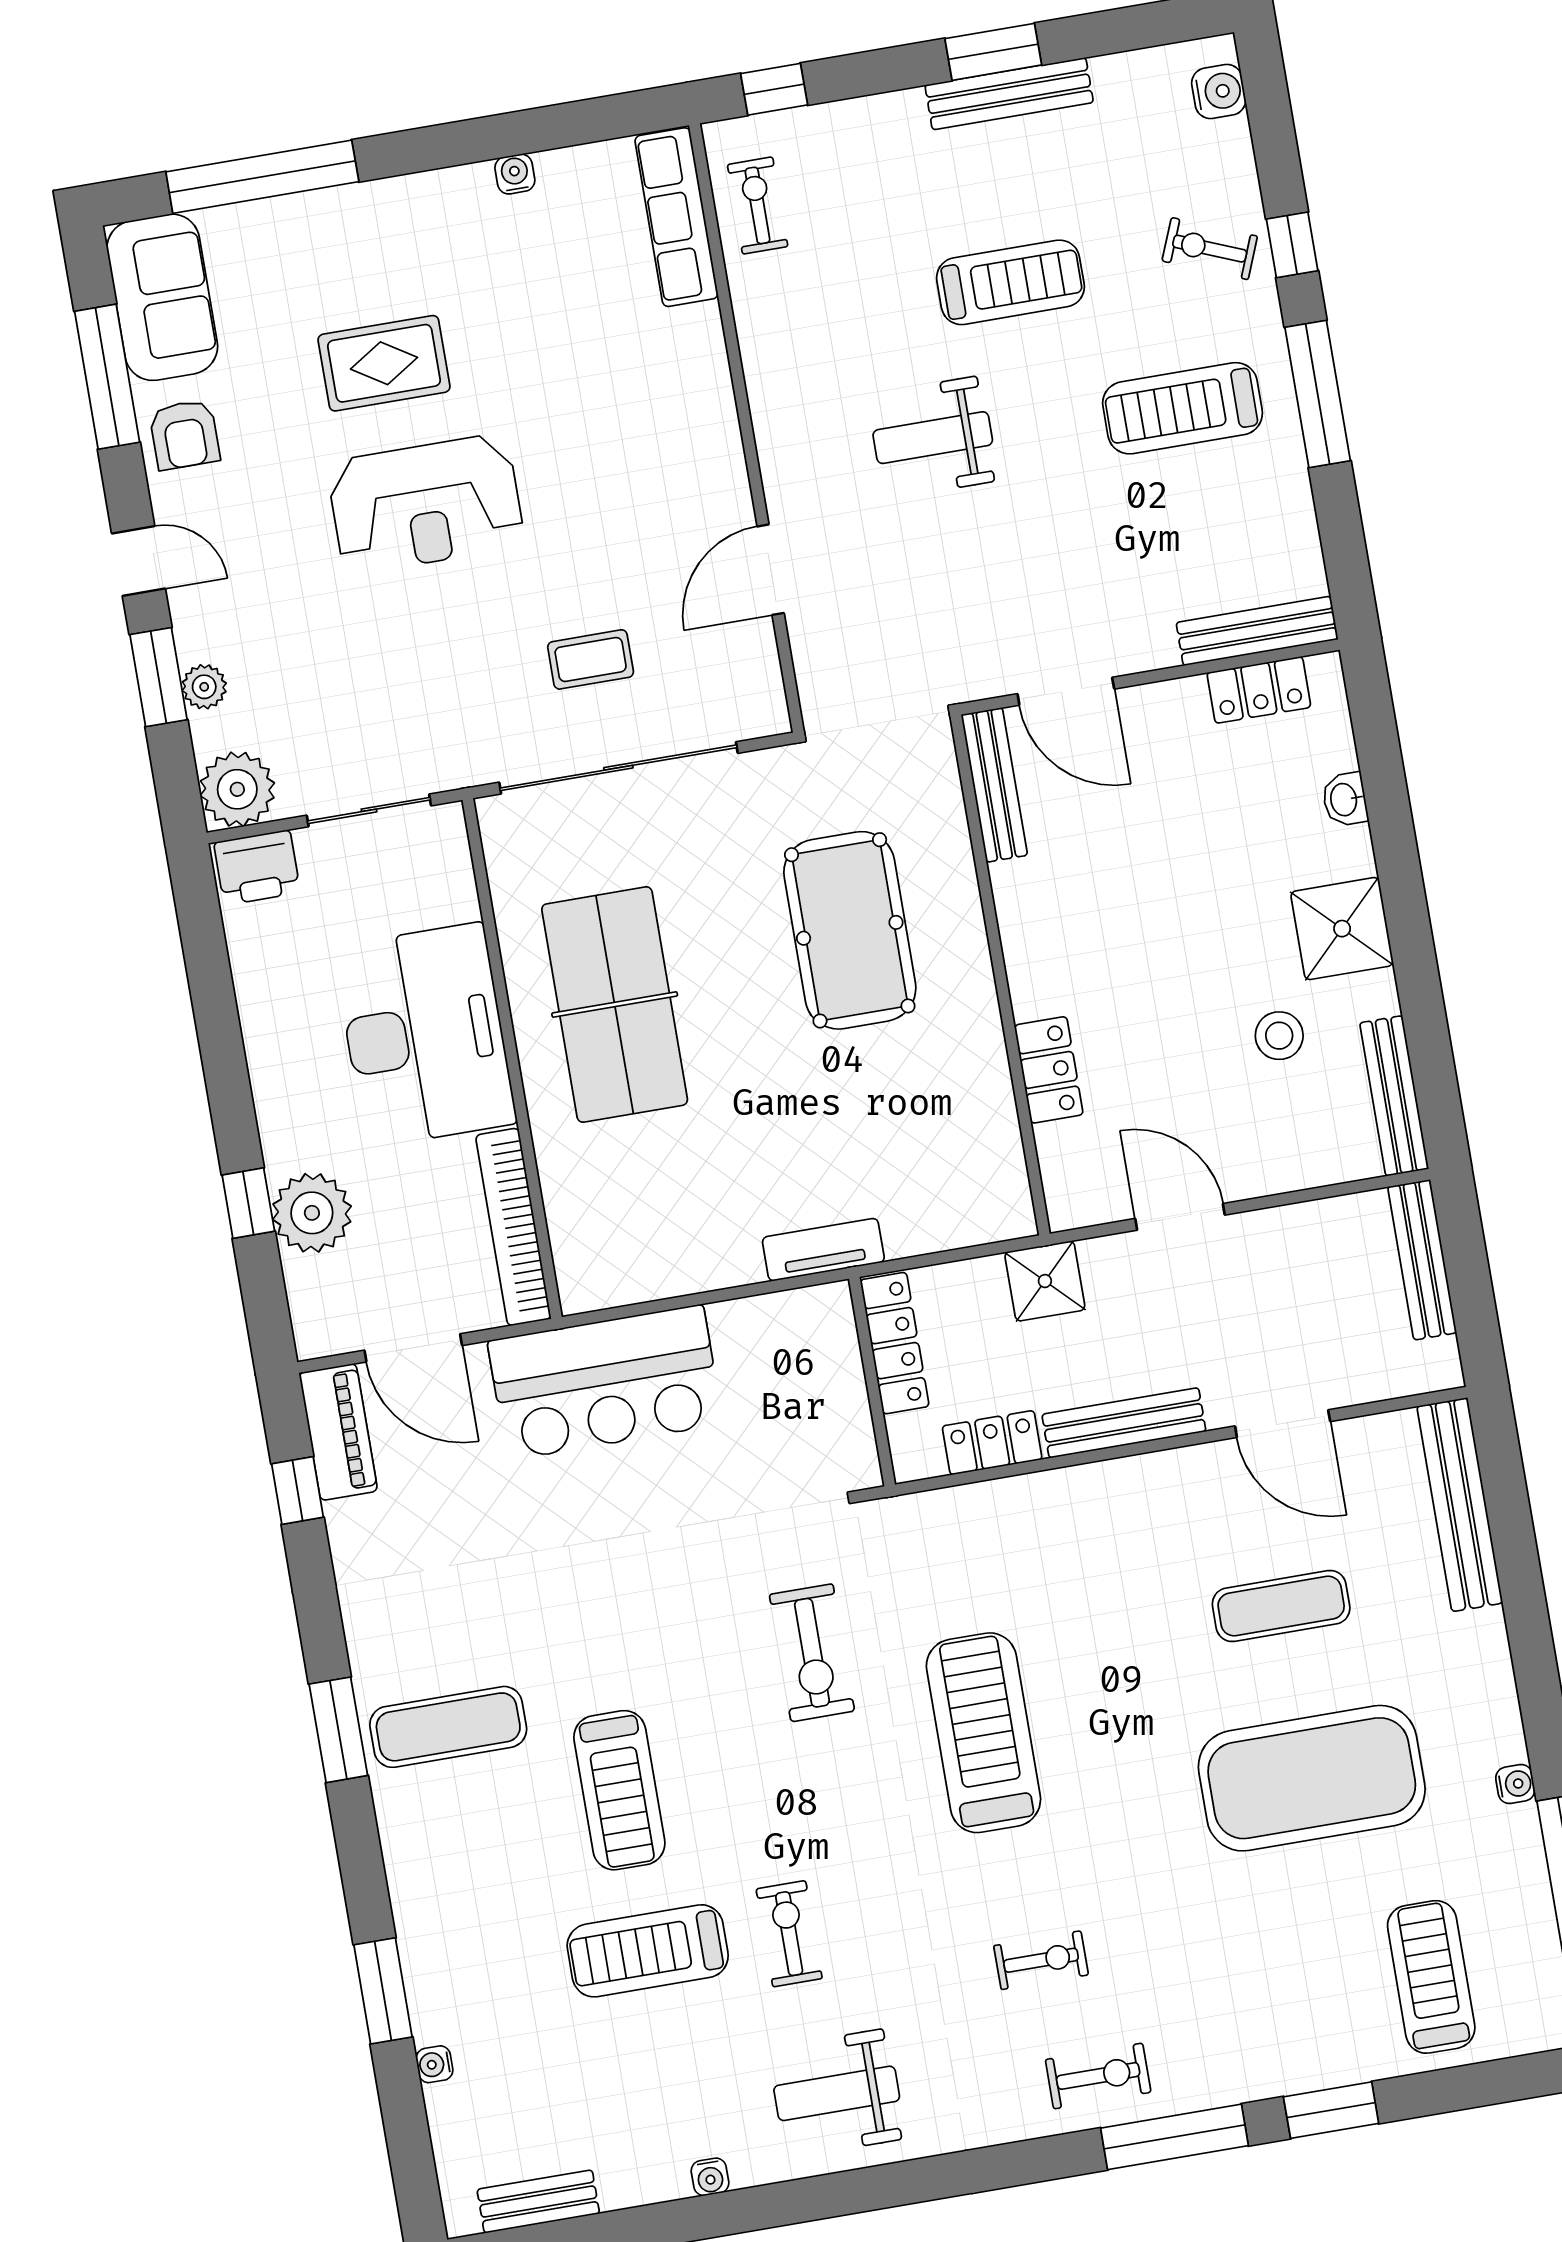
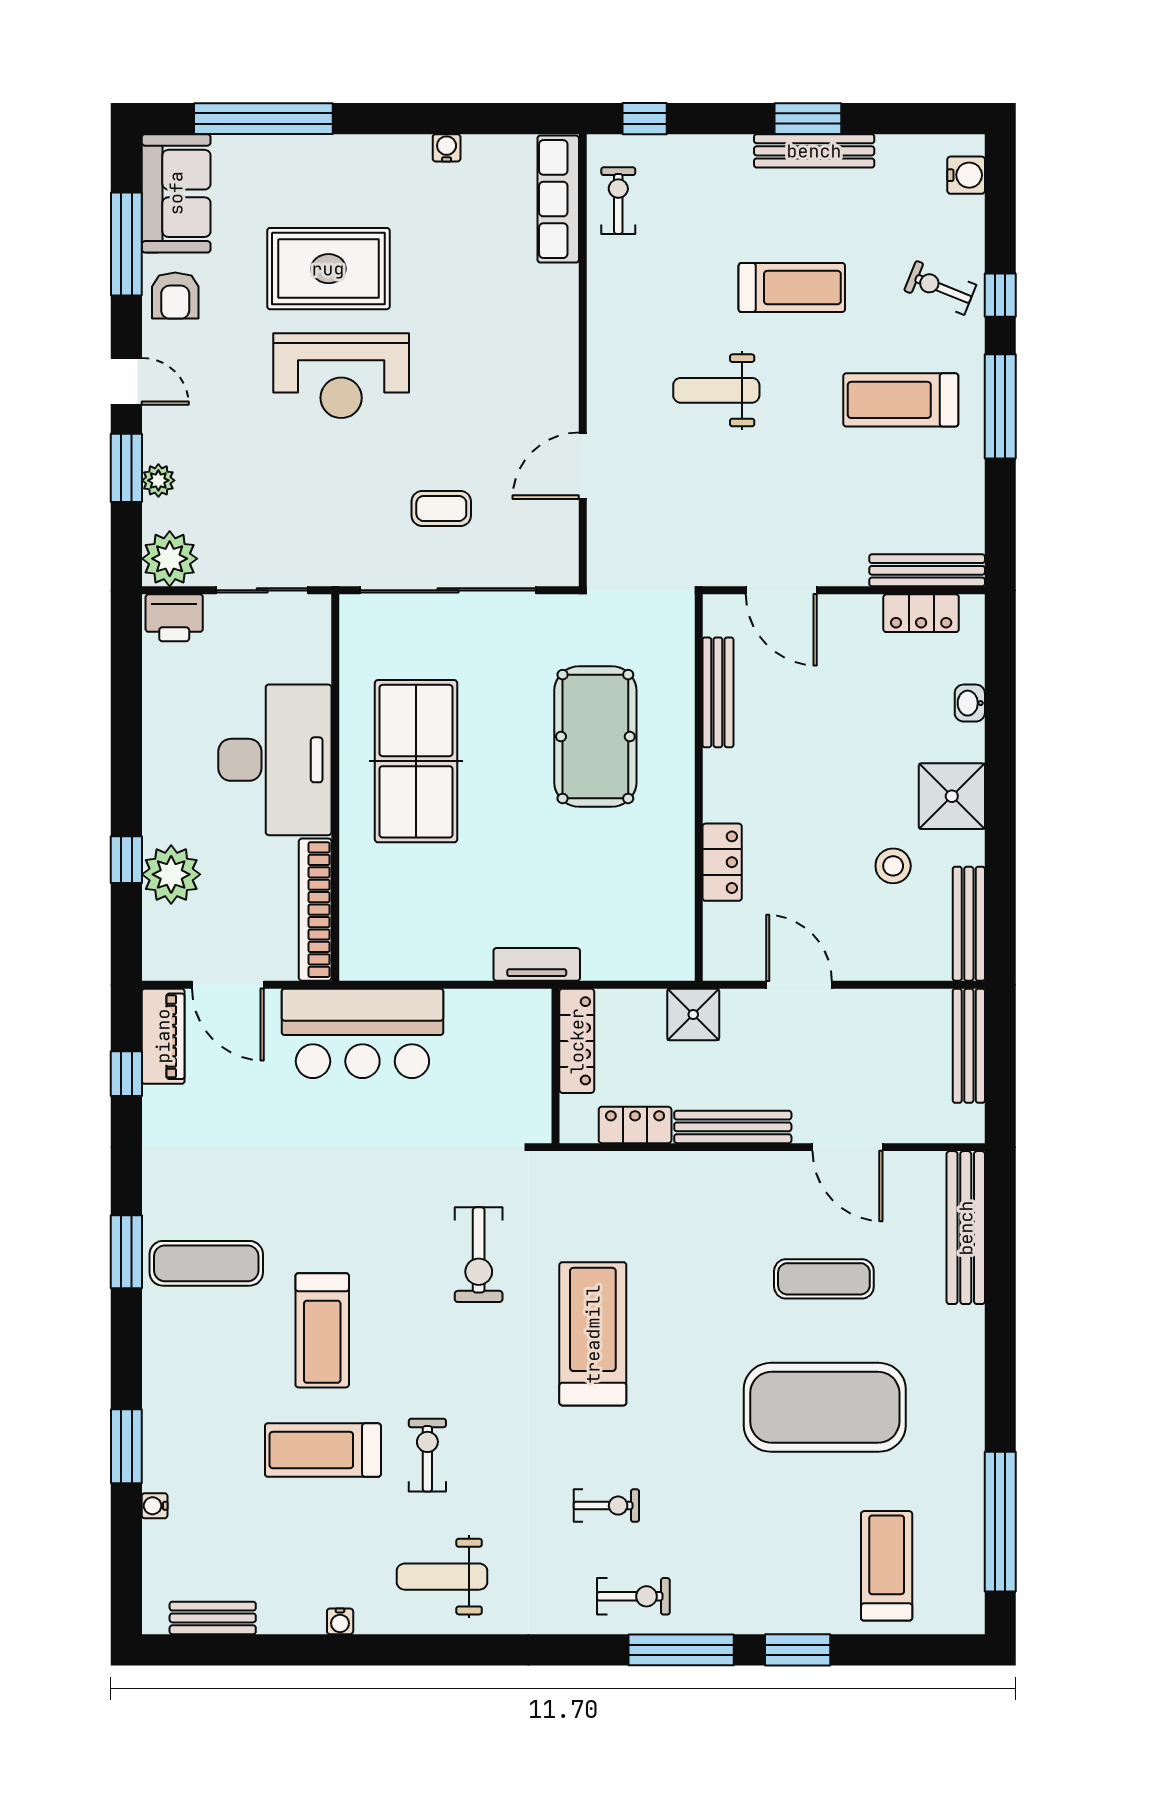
rug: (384, 363) -> (328, 269), width x1.36, depth x1.43
bench: (994, 785) -> (718, 692), moved
water cooler: (1515, 1784) -> (971, 1437), removed

